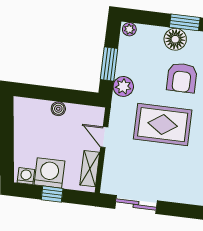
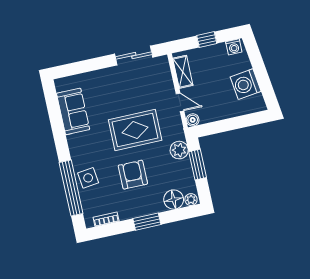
floor lamp: (175, 39) -> (174, 200), moved
boiler: (58, 109) -> (193, 120), moved
washing machine: (49, 173) -> (246, 84), moved, turned 82

